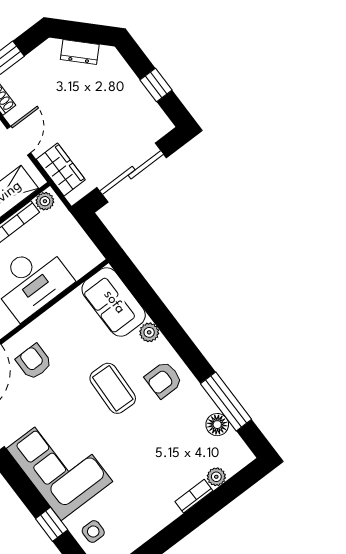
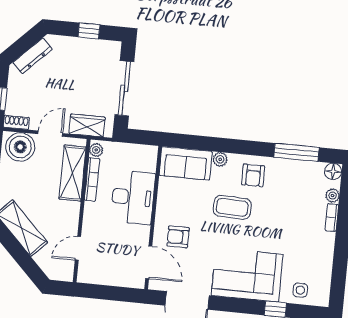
dresser: (80, 52) -> (33, 56), width x1.44
door: (19, 141) -> (50, 134), hinge flipped
floor lamp: (217, 425) -> (333, 172), moved

